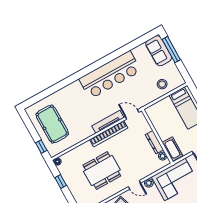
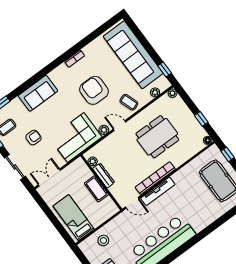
cot: (172, 149) -> (96, 189), moved

